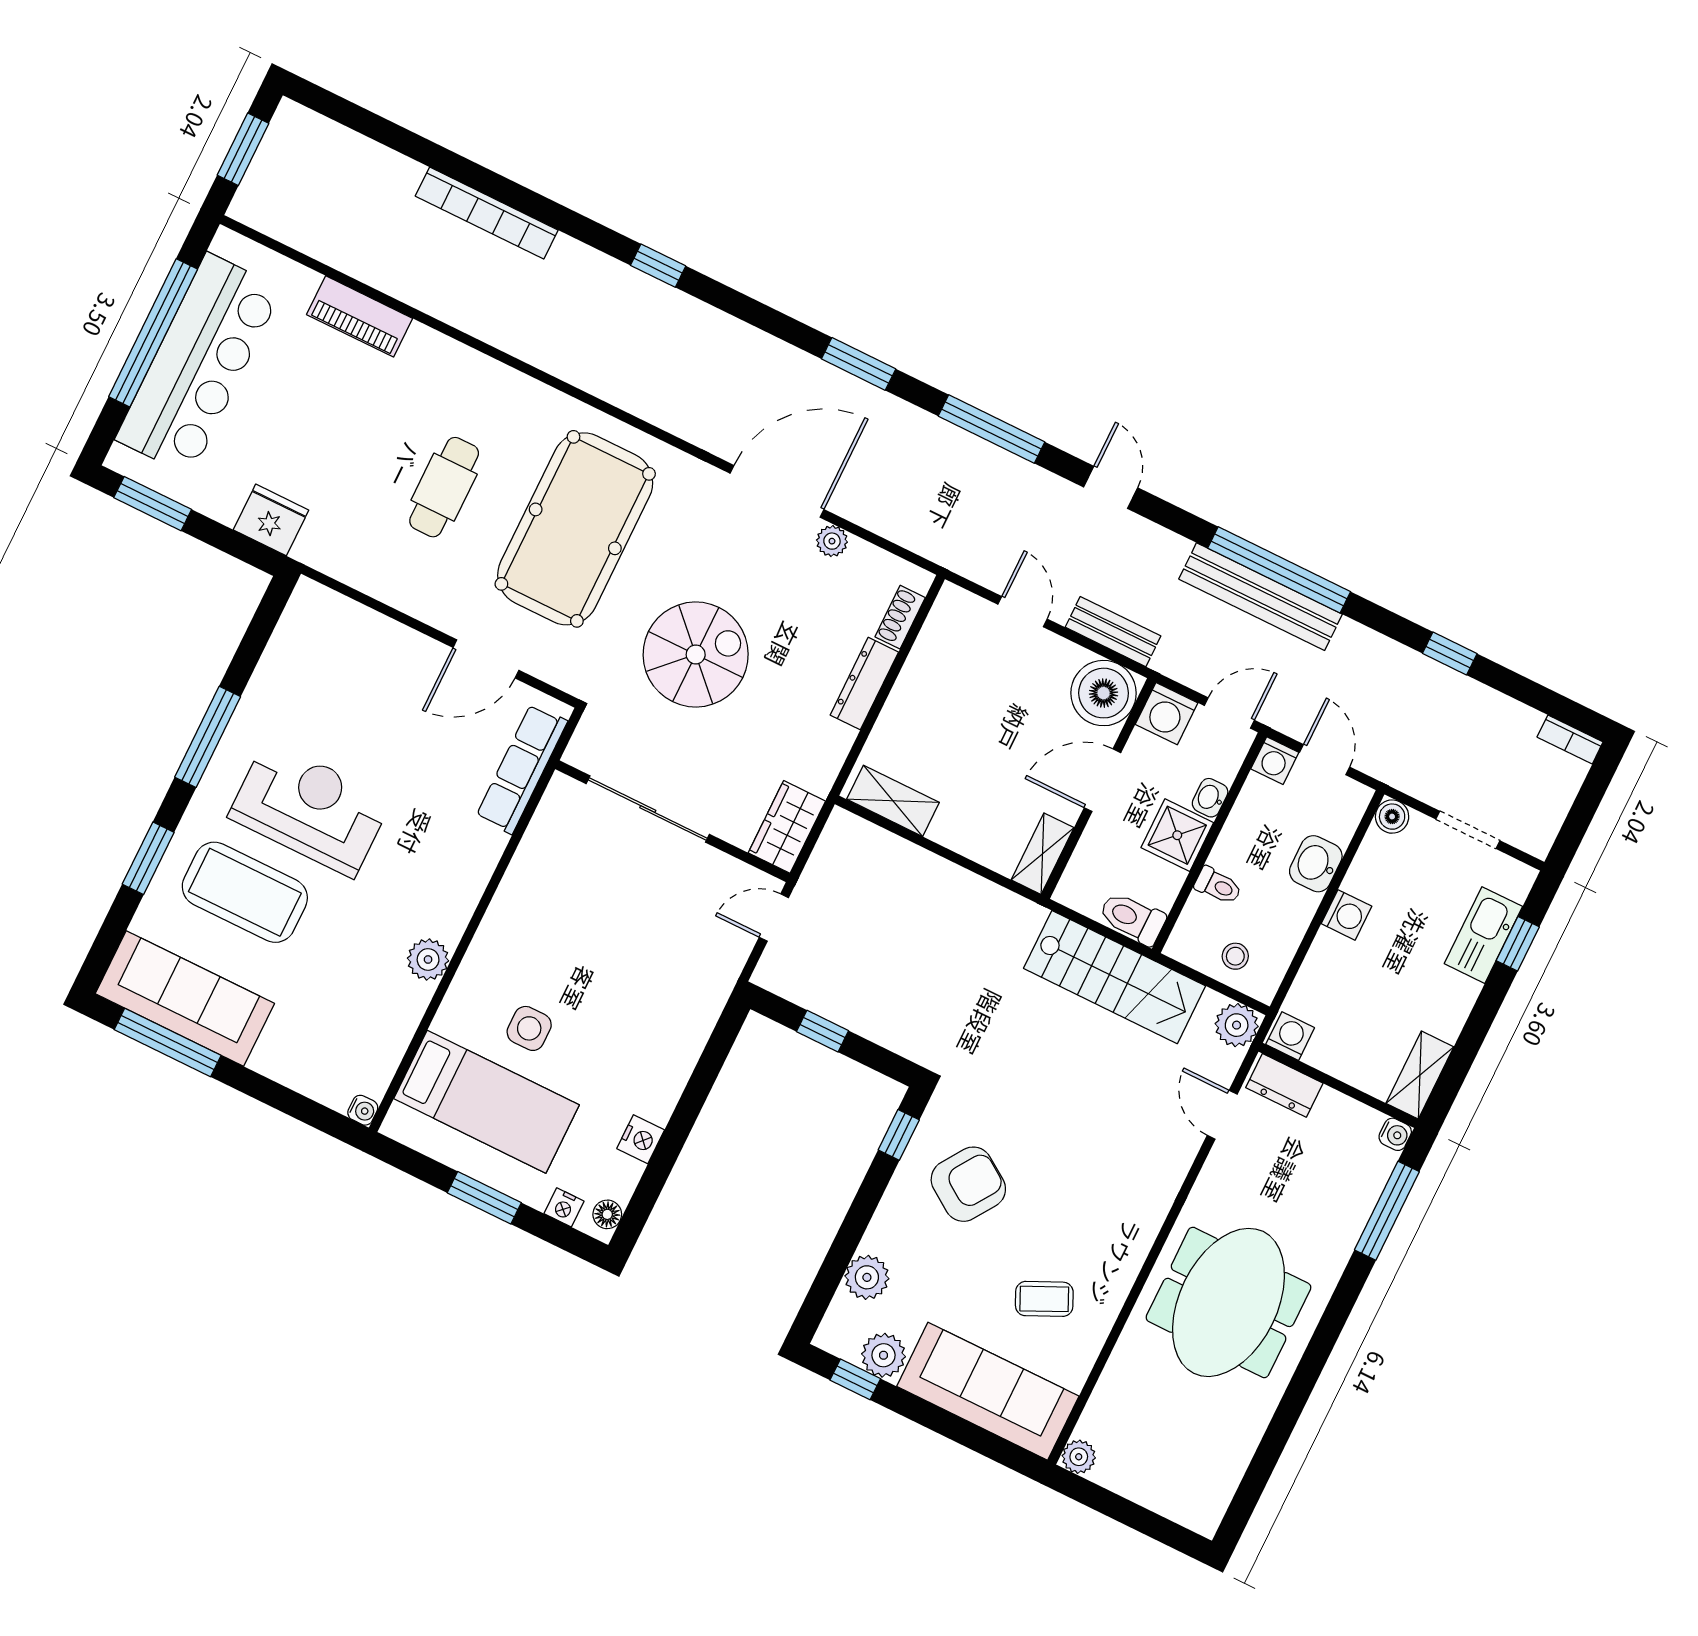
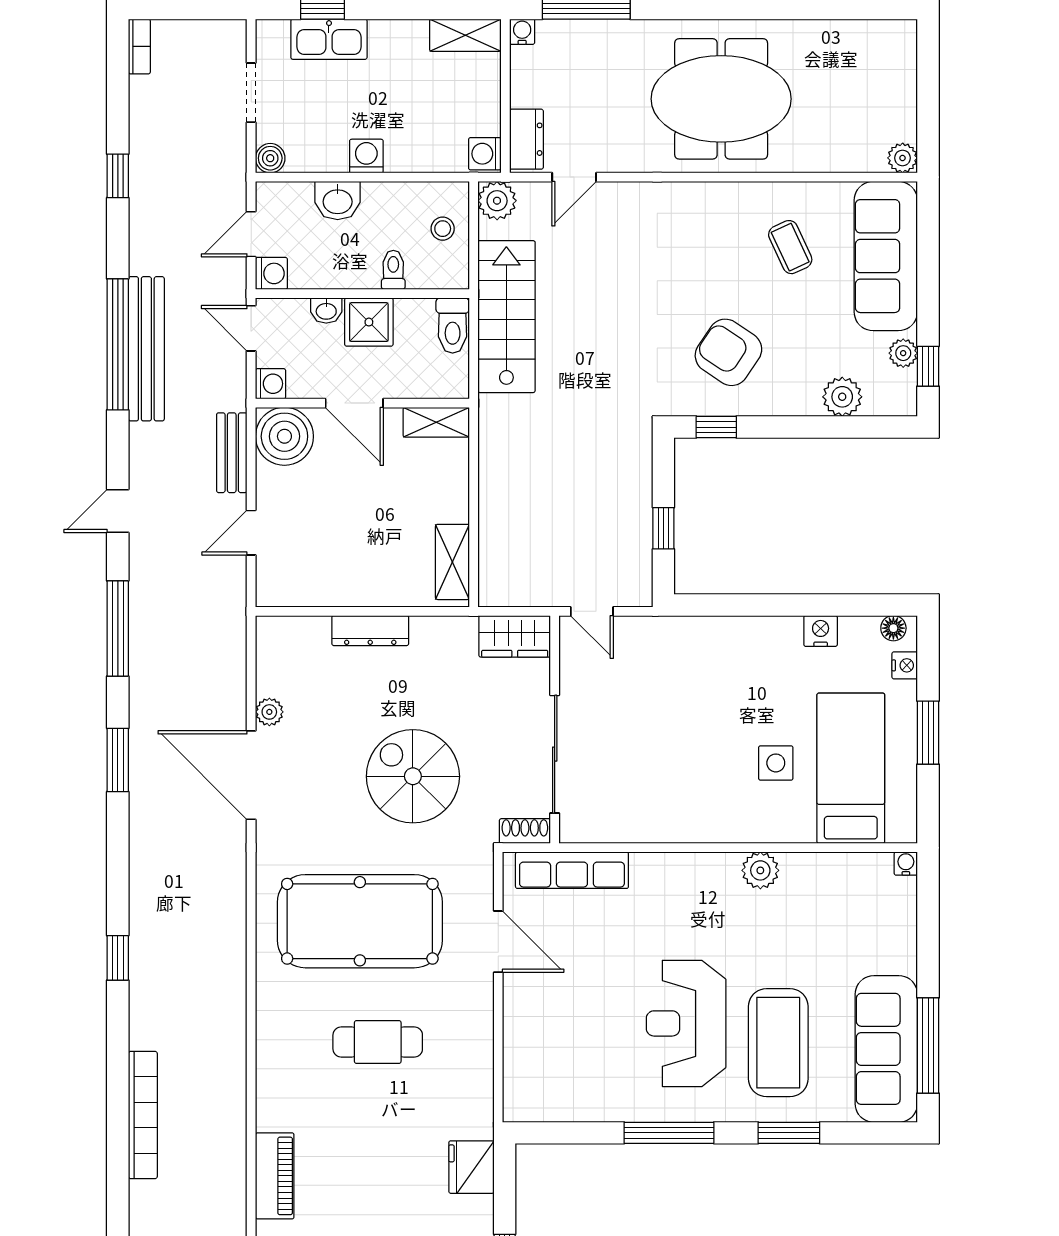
shoe rack: (900, 617) -> (525, 831), moved, turned 180
washing machine: (1167, 714) -> (271, 384), width x0.73, depth x0.73
plant: (884, 1355) -> (903, 353), width x0.73, depth x0.73

